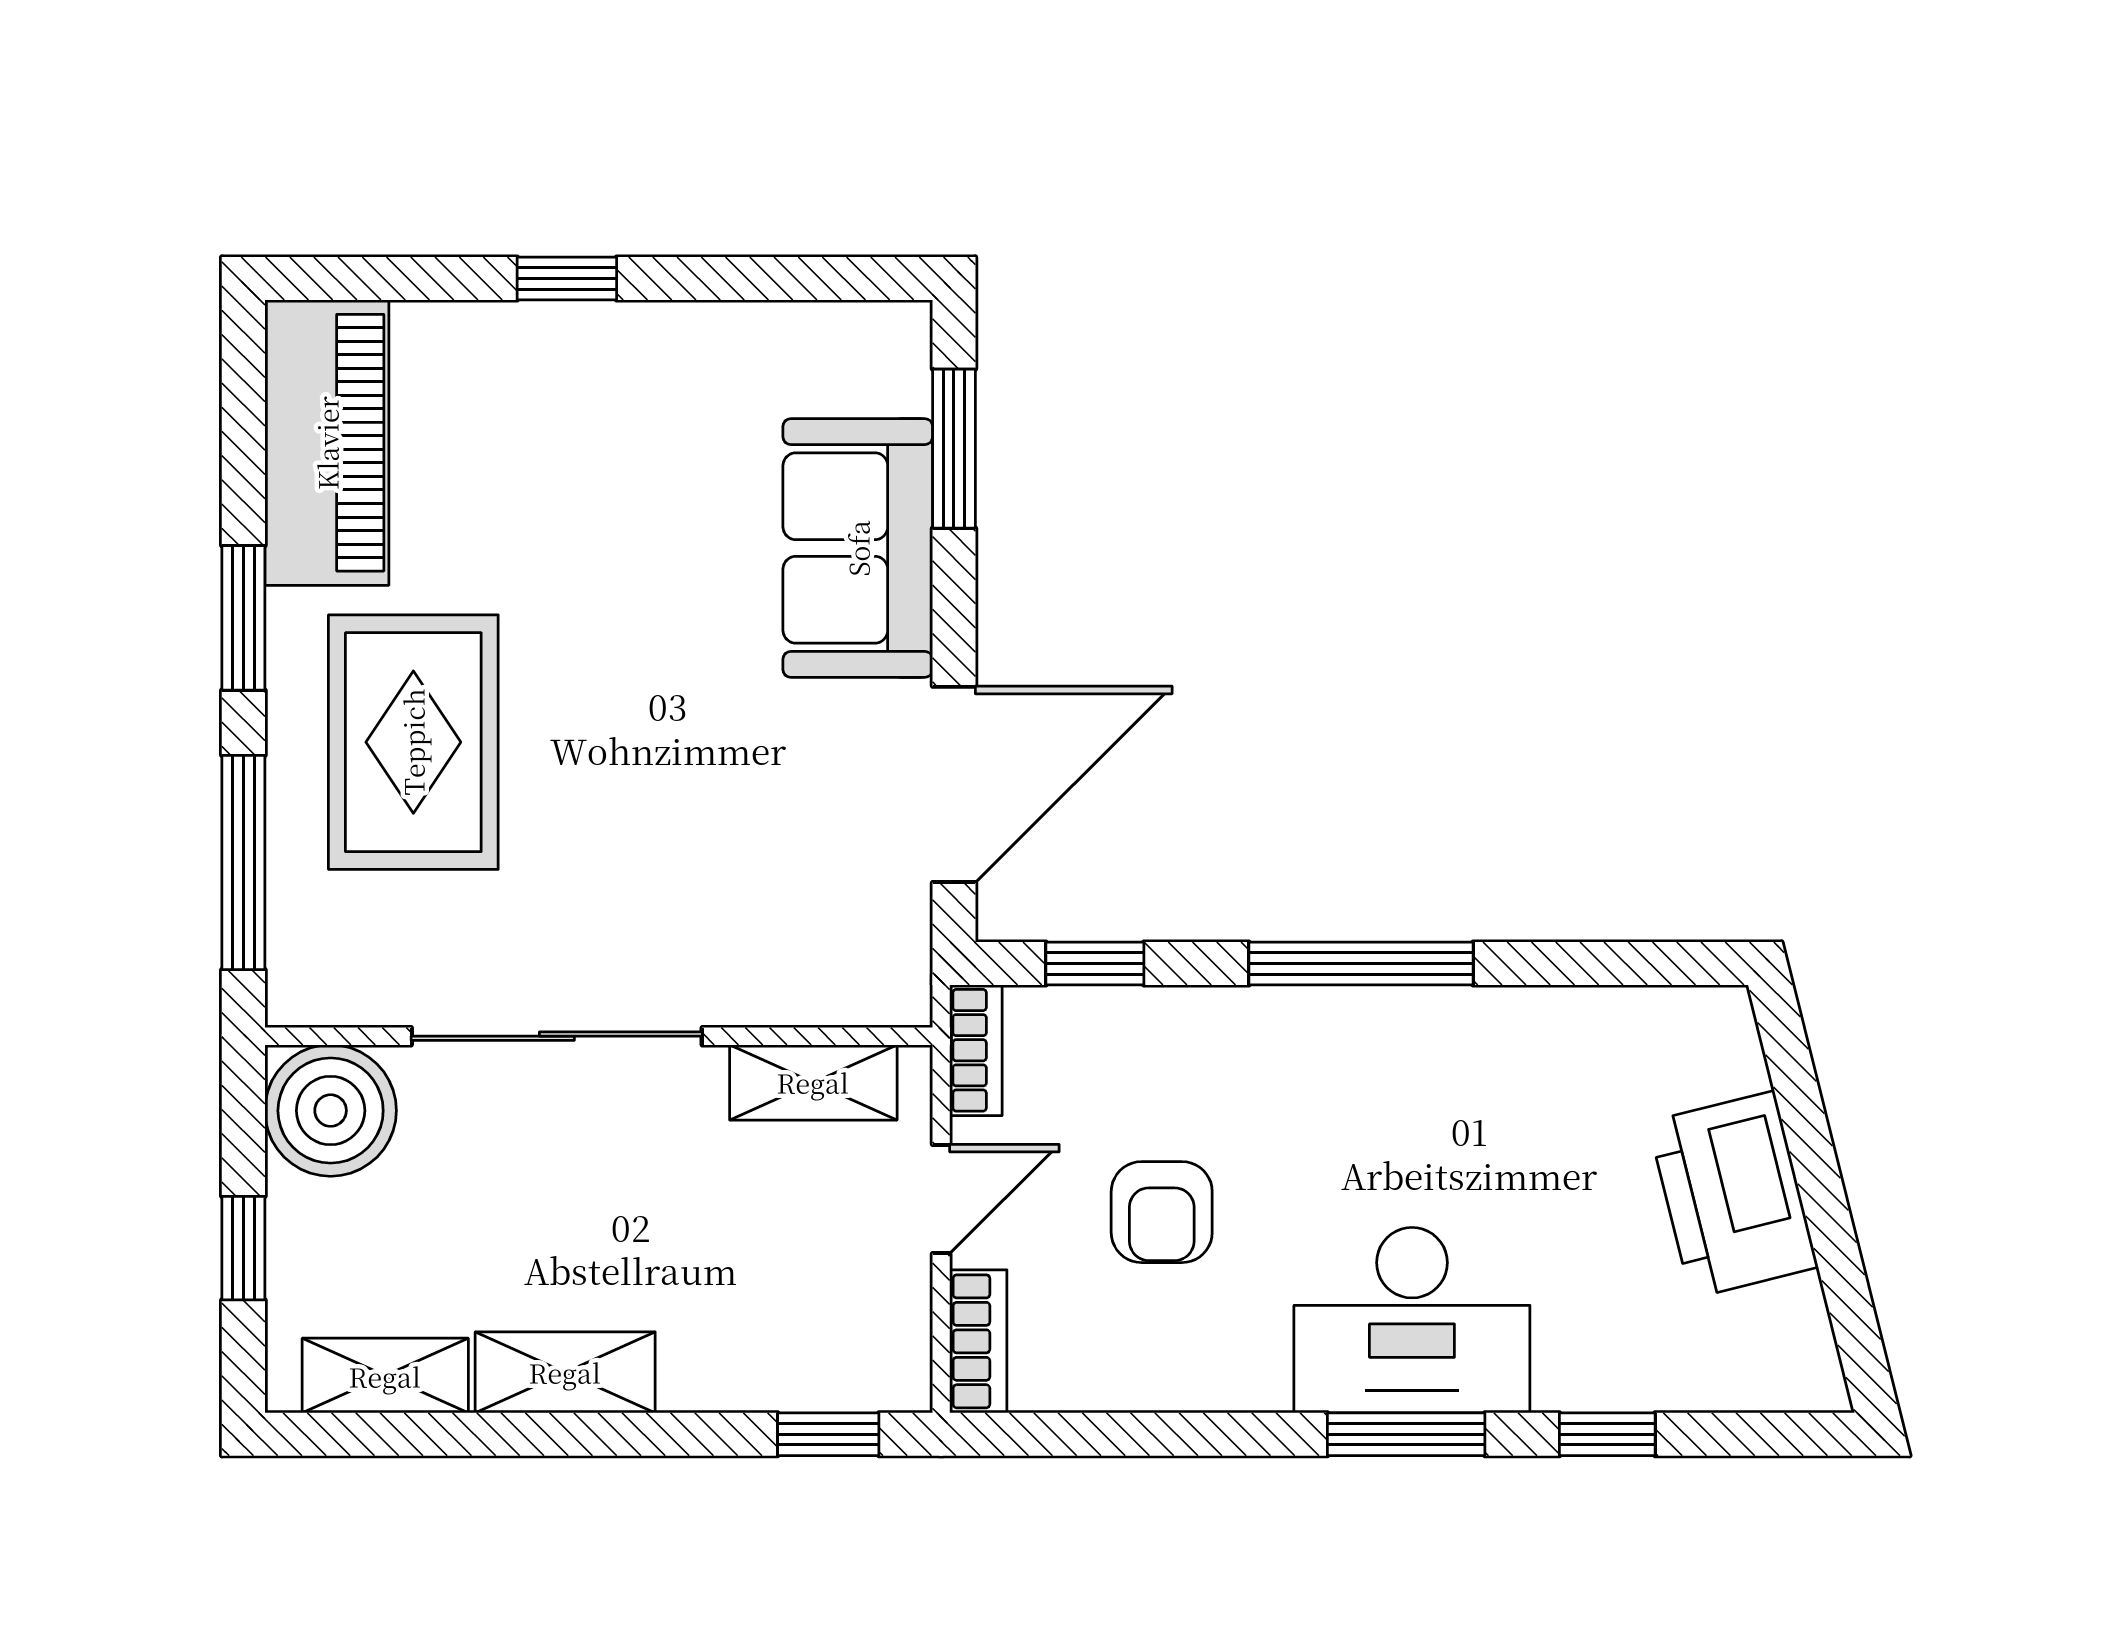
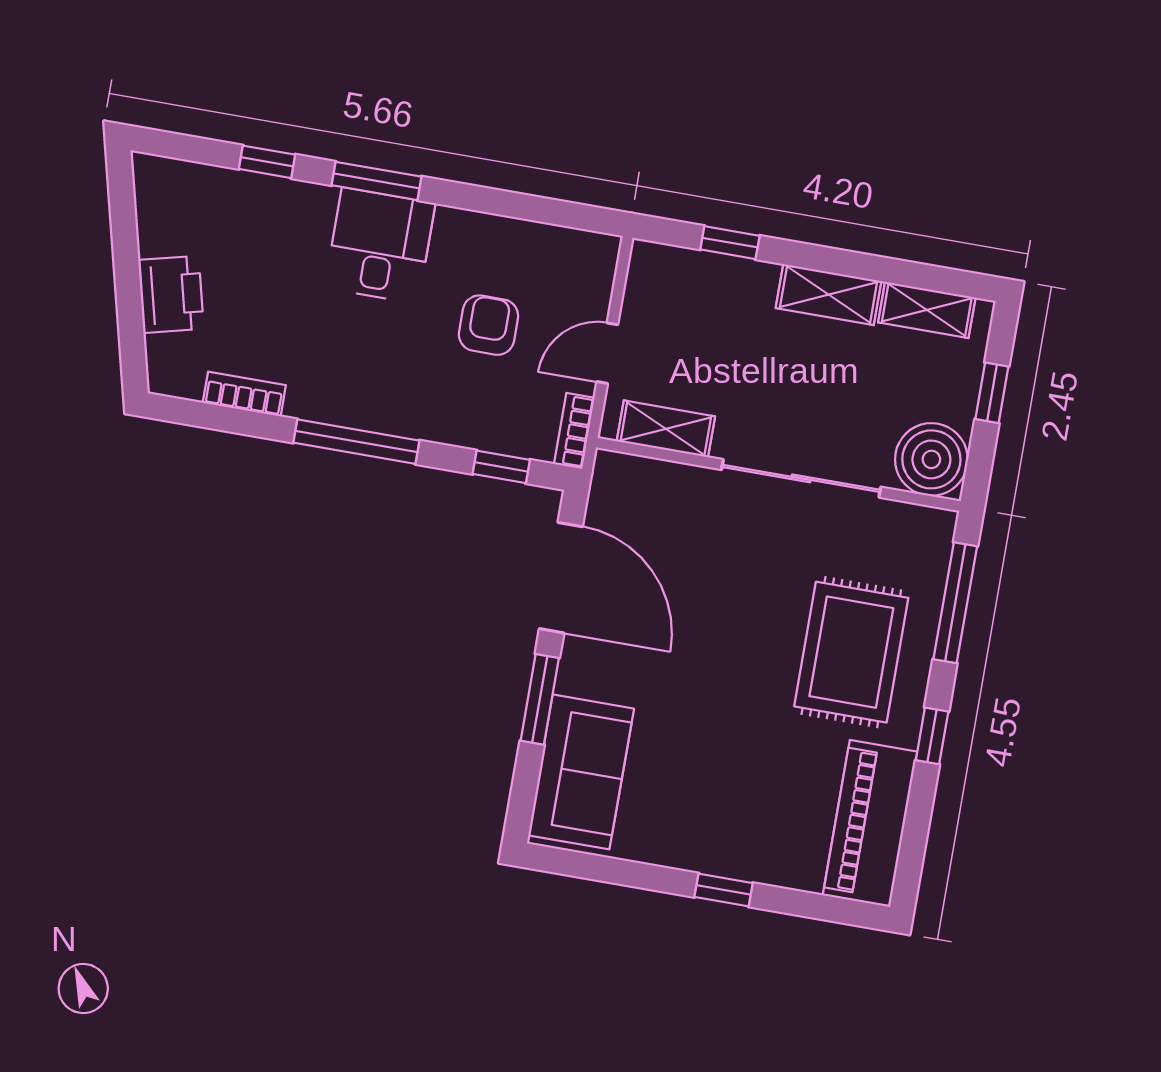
window: (954, 449) -> (540, 699), moved
sofa: (858, 548) -> (581, 772), moved
window: (243, 618) -> (932, 736), width x0.67
door: (954, 784) -> (561, 578), swing flipped
printer: (1733, 1195) -> (171, 294), width x0.73, depth x0.84
desk: (1412, 1320) -> (380, 246), width x0.73
bookcase: (978, 1341) -> (244, 394), moved, turned 90
window: (828, 1434) -> (730, 243), moved

